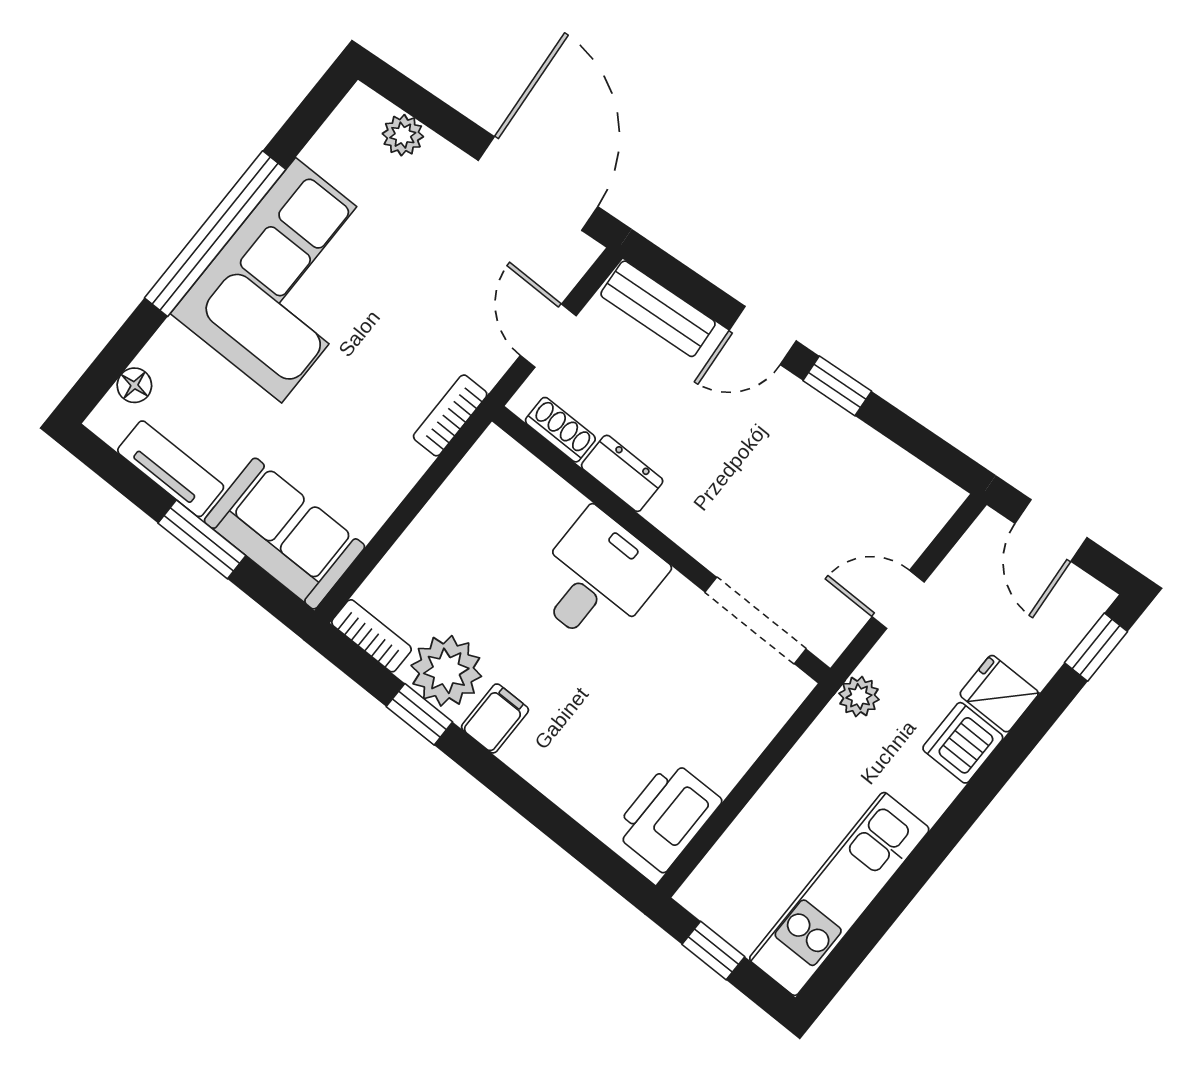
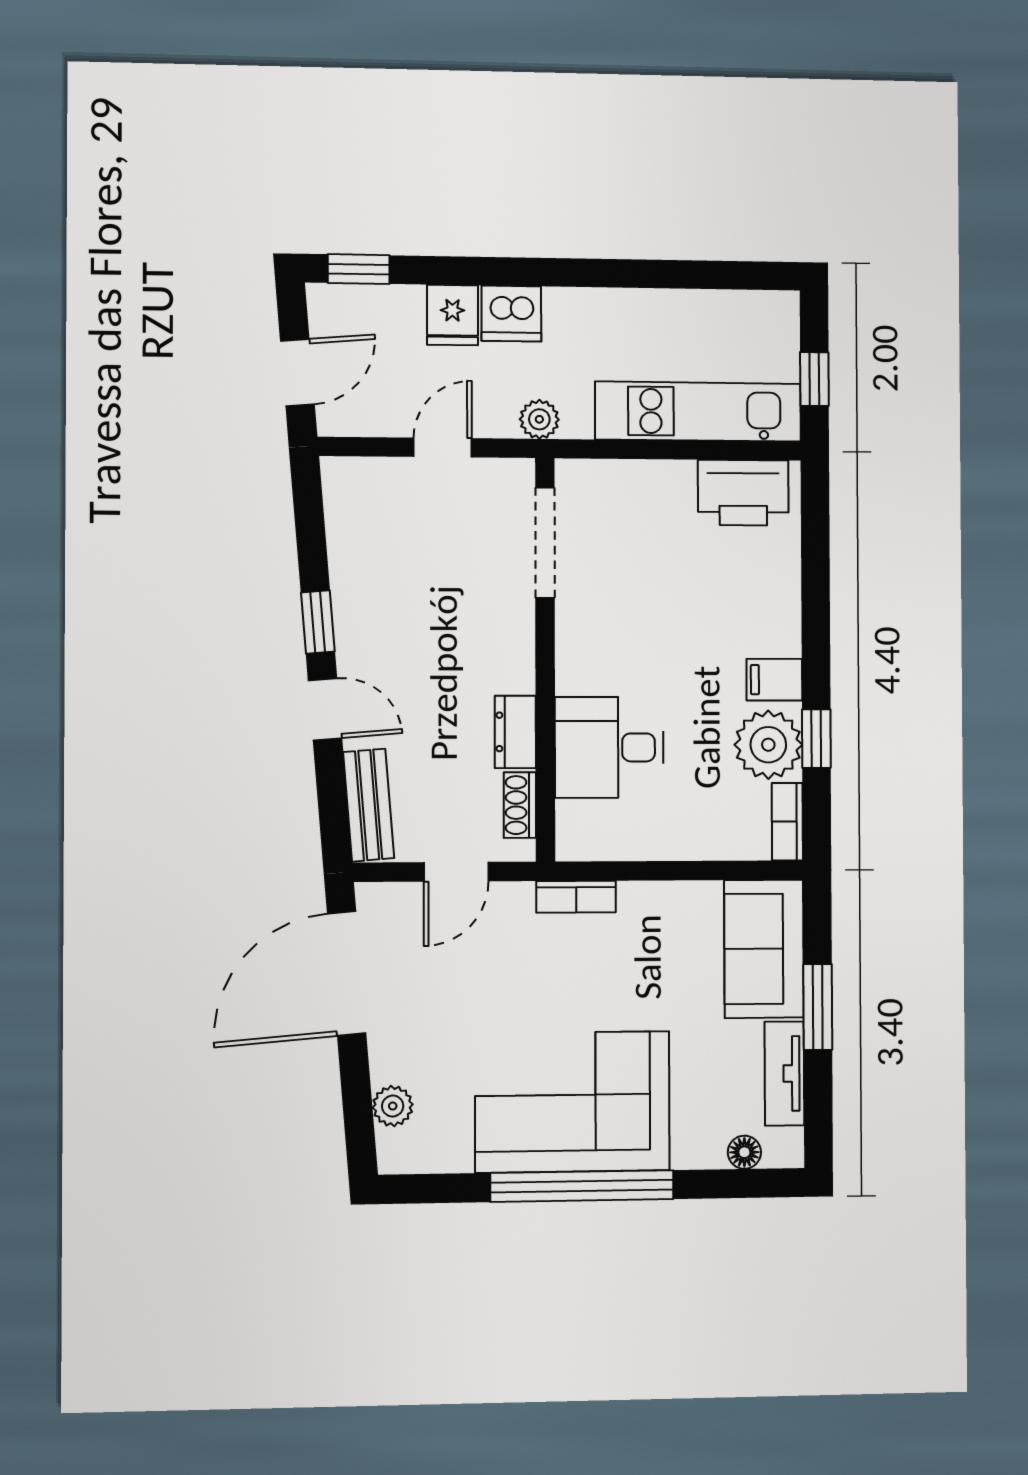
desk: (597, 578) -> (609, 747), moved
door: (898, 599) -> (443, 448), swing flipped
kitchen unit: (839, 894) -> (698, 412), moved, turned 180

